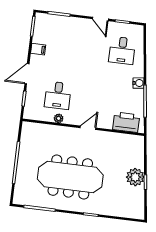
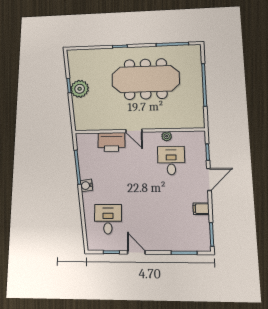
printer: (126, 122) -> (111, 142), moved
door: (88, 128) -> (134, 131), hinge flipped

